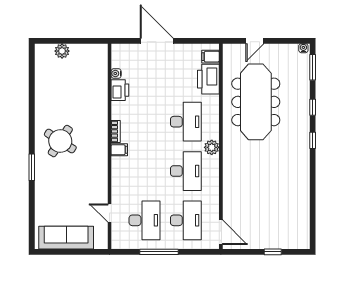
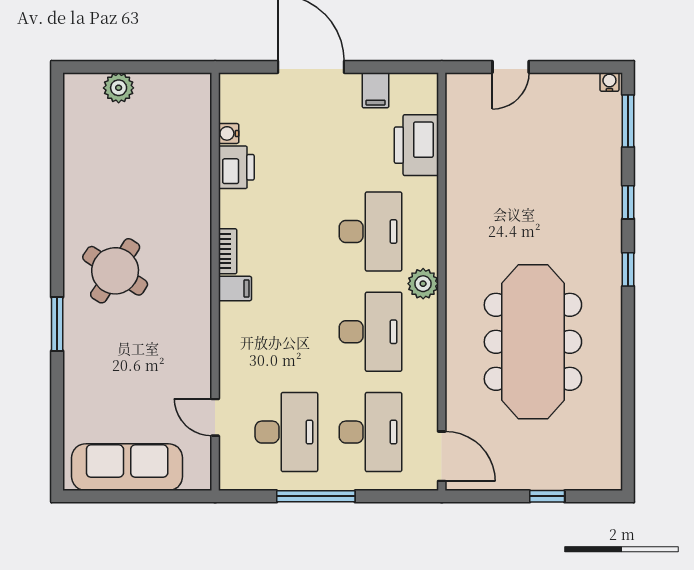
filing cabinet: (211, 57) -> (375, 90), moved, turned -90
meeting table: (256, 102) -> (533, 342), moved

